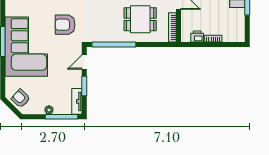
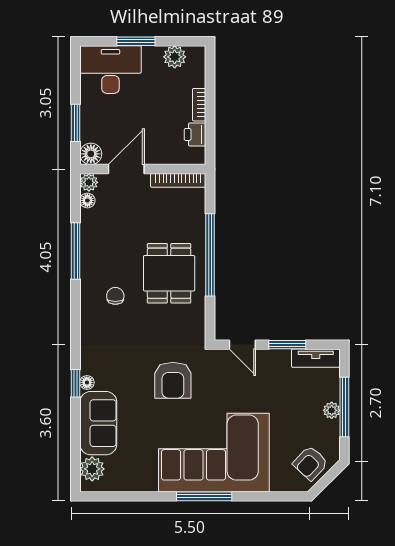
dining table: (140, 19) -> (169, 273), moved
plant: (239, 26) -> (175, 57), added
window: (114, 45) -> (210, 255), moved
window: (62, 117) -> (344, 407), moved

